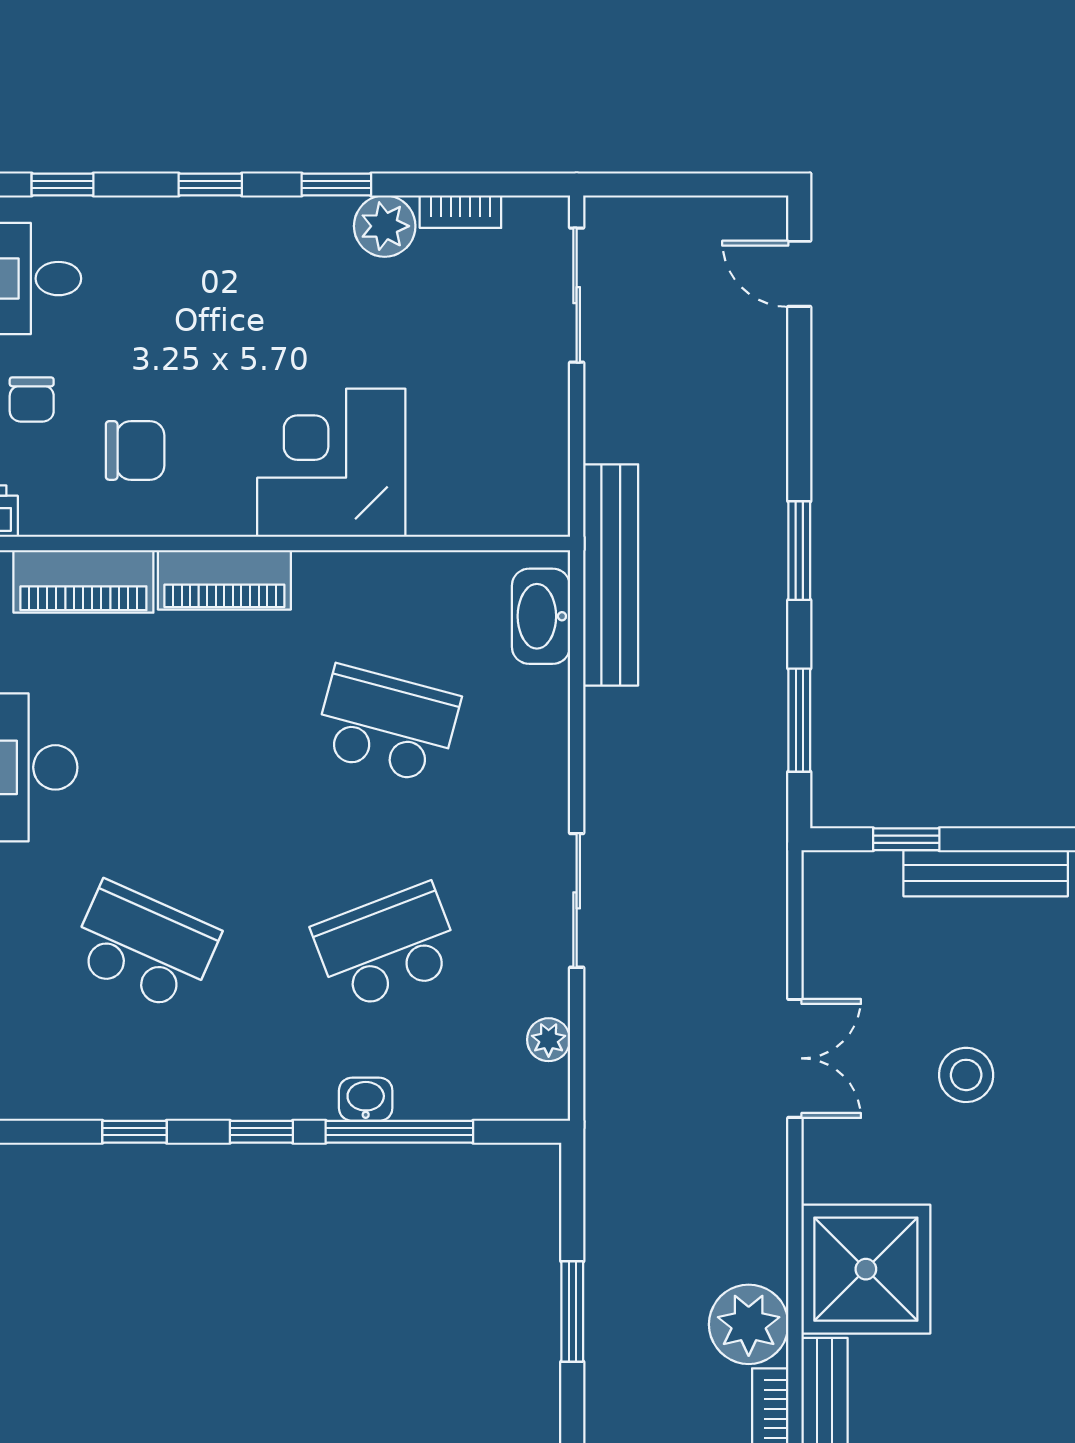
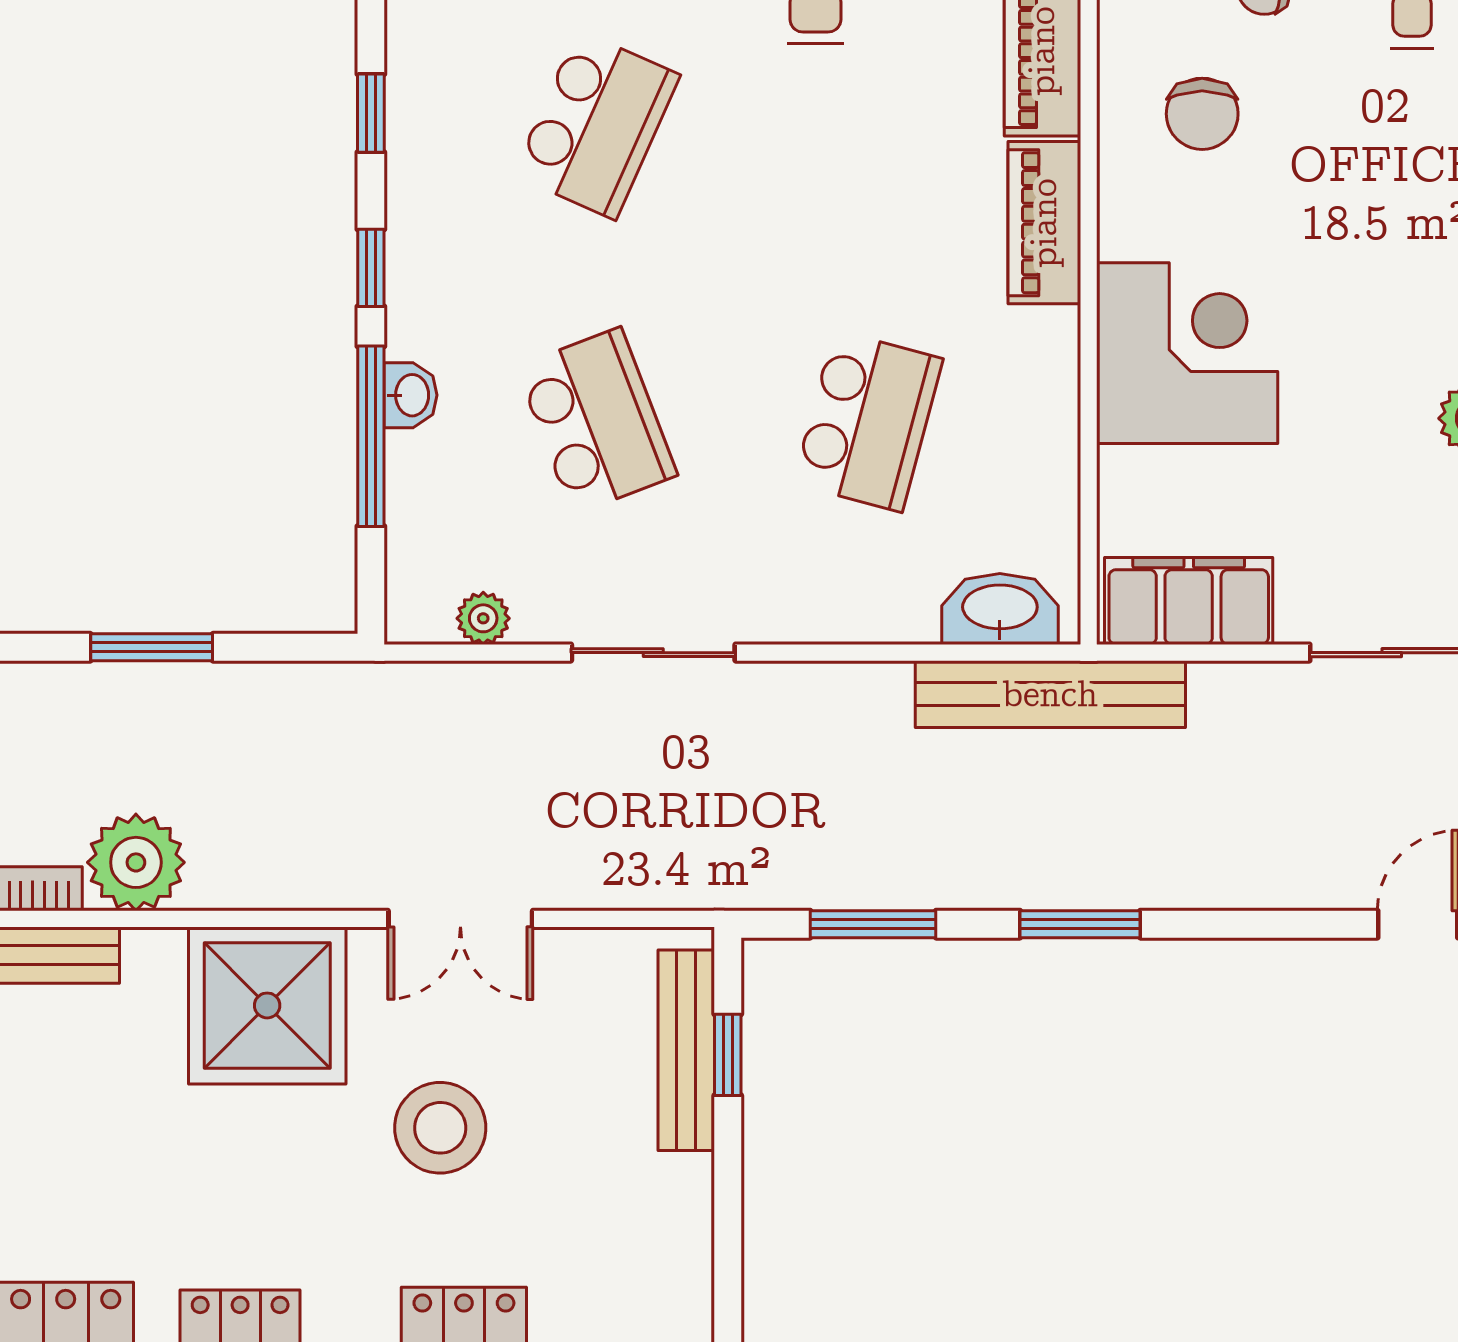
filing cabinet: (534, 462) -> (1189, 601), added
bench: (986, 873) -> (686, 1050), moved
stool: (966, 1075) -> (440, 1128), width x1.38, depth x1.38
shower: (866, 1269) -> (267, 1005), moved

